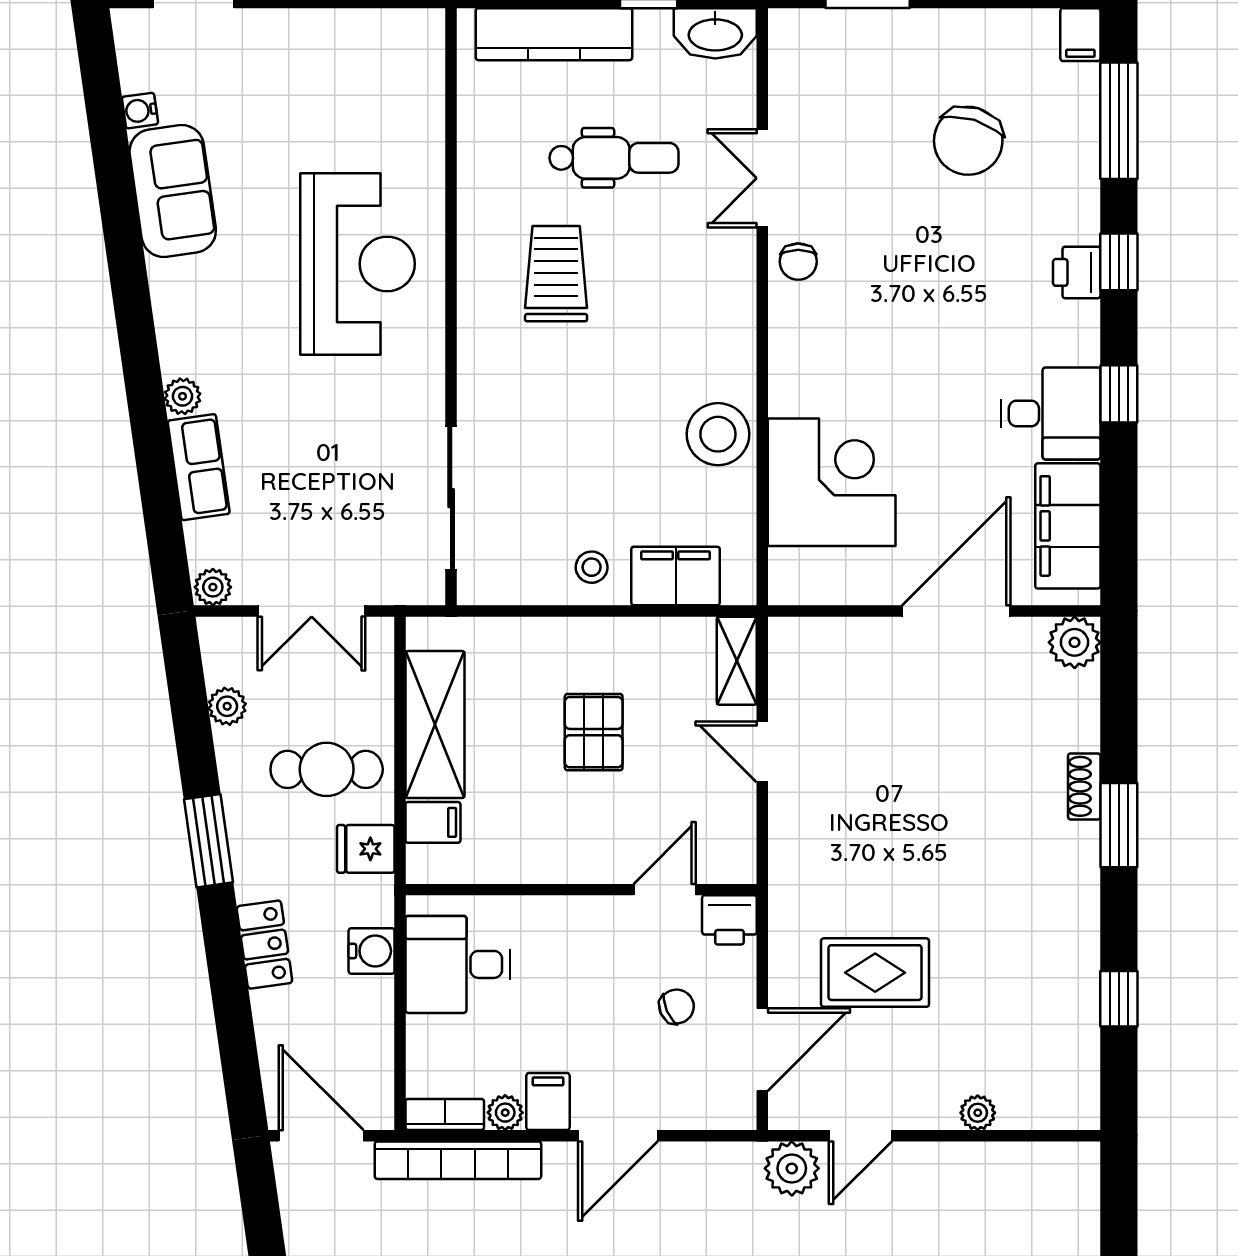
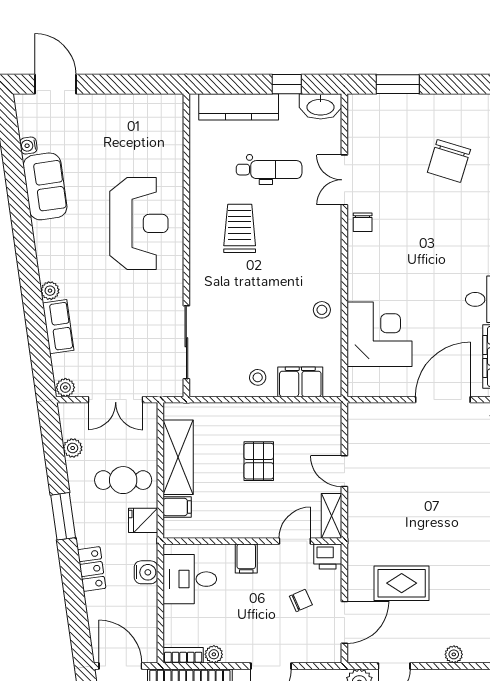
stool: (718, 434) -> (322, 310), width x0.53, depth x0.53
shelving: (737, 661) -> (331, 516), moved
filing cabinet: (548, 1101) -> (246, 559), moved, turned 180

